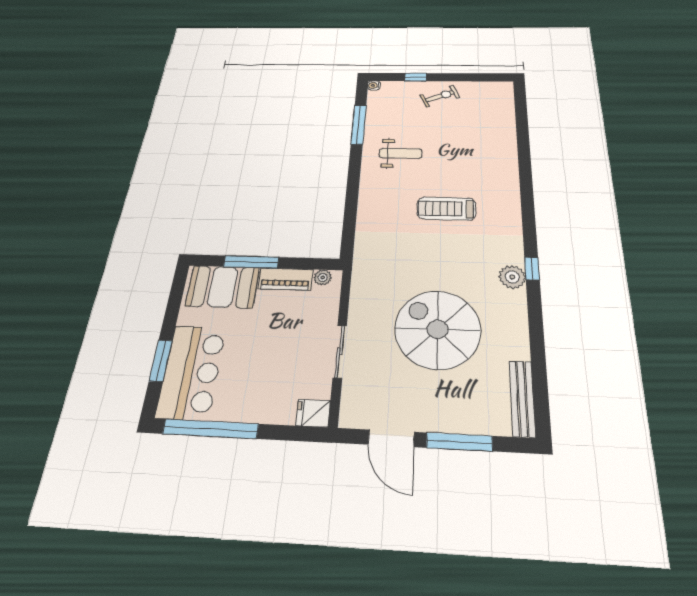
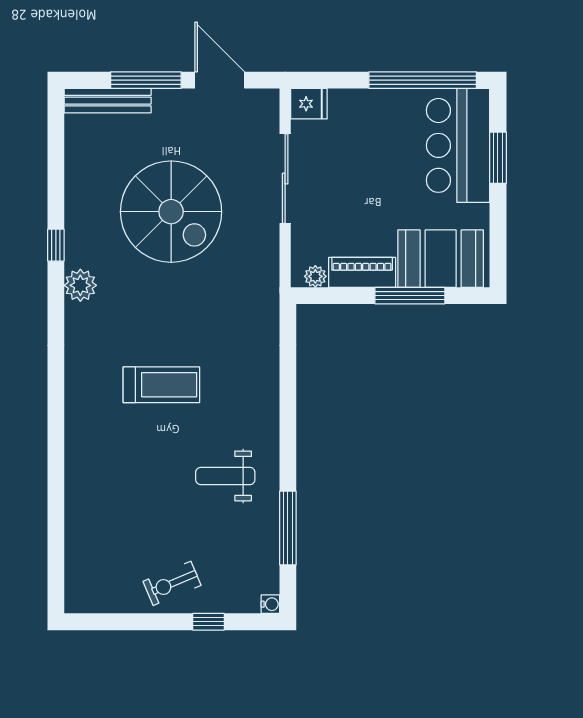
window: (532, 268) -> (56, 245), moved
sliding door: (340, 351) -> (285, 179), width x1.37
bench: (522, 398) -> (108, 101), moved, turned 90

